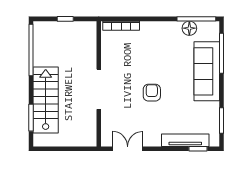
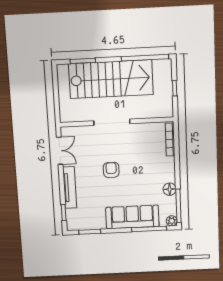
plant: (213, 27) -> (172, 221), added
floor lamp: (189, 28) -> (170, 189), moved
armchair: (152, 93) -> (111, 170), turned -90
stairs: (46, 100) -> (111, 79), width x1.36, depth x1.51
tv unit: (185, 140) -> (70, 188), moved

